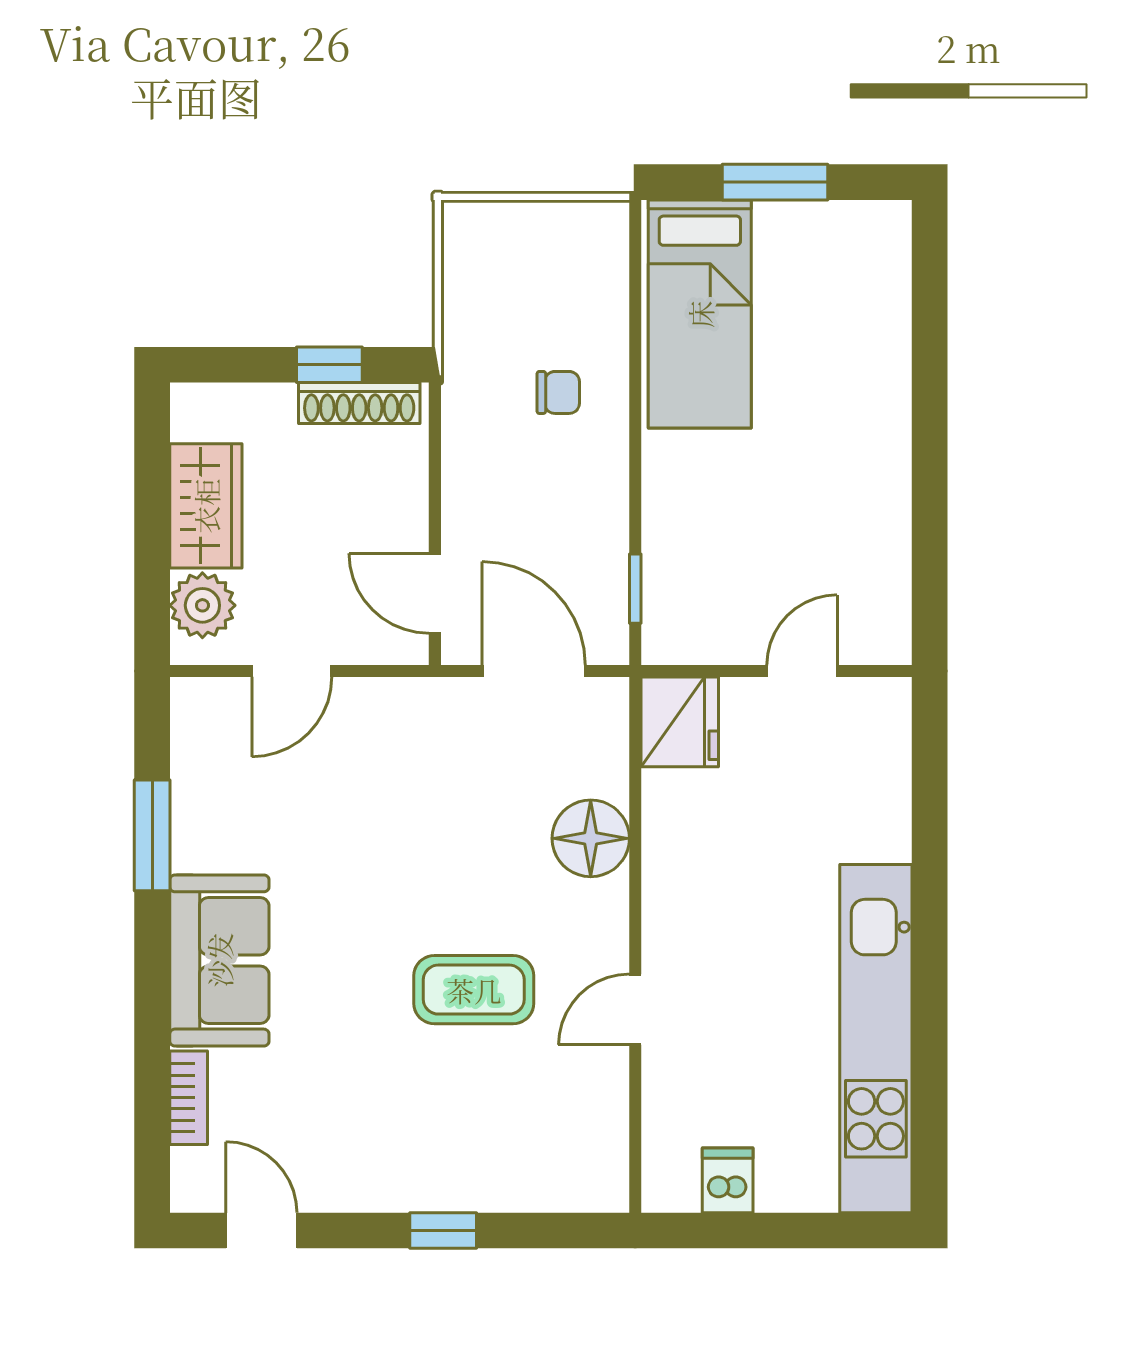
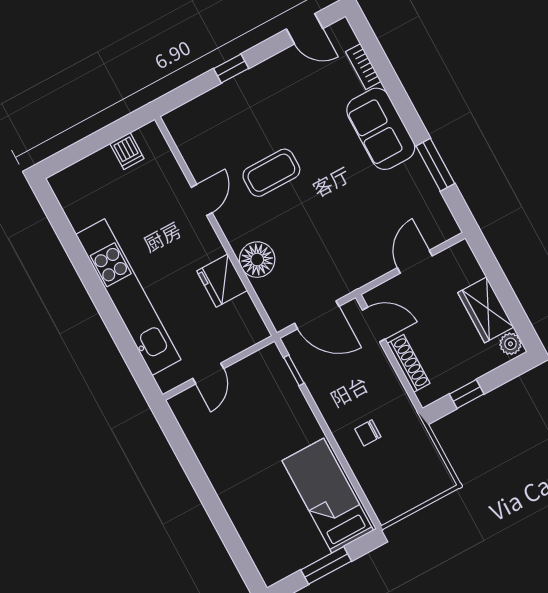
shoe rack: (359, 403) -> (409, 363), moved, turned 90
plant: (202, 605) -> (510, 344), moved, width x0.73, depth x0.73
fridge: (680, 722) -> (222, 281), moved
kitchen unit: (876, 1039) -> (128, 297), moved

